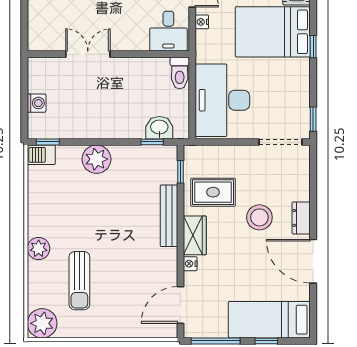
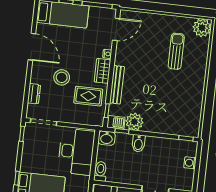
bidet: (123, 125) -> (138, 143), added
washbasin: (159, 128) -> (107, 138), moved
barbecue: (41, 155) -> (116, 122), moved
plant: (97, 159) -> (134, 122), moved
dresser: (301, 218) -> (34, 94), moved
plant: (39, 249) -> (199, 74), removed

